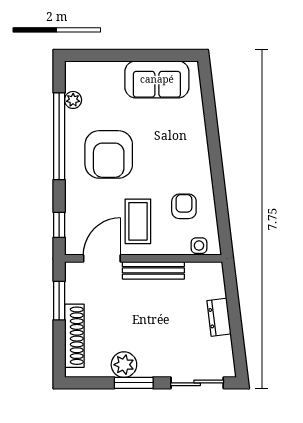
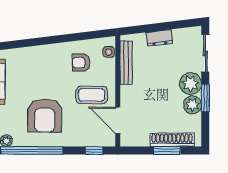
armchair: (109, 154) -> (45, 116), turned 90
bench: (153, 270) -> (126, 63), moved
window: (59, 301) -> (167, 150), moved
plant: (154, 362) -> (190, 84), added

